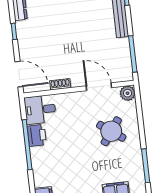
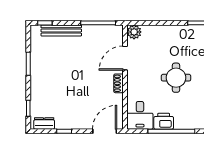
shoe rack: (60, 84) -> (118, 83), moved
round table: (111, 131) -> (176, 78), moved, turned -36

